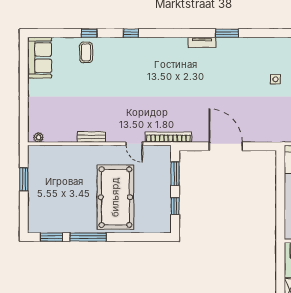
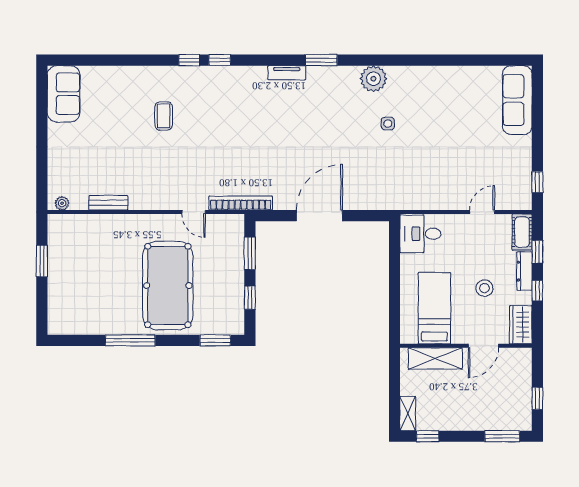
window: (89, 33) -> (220, 60), moved
plant: (265, 47) -> (373, 79), added
coffee table: (86, 52) -> (164, 116), moved
bench: (91, 137) -> (108, 203), moved
door: (226, 146) -> (319, 216), hinge flipped
window: (51, 237) -> (215, 340), moved

